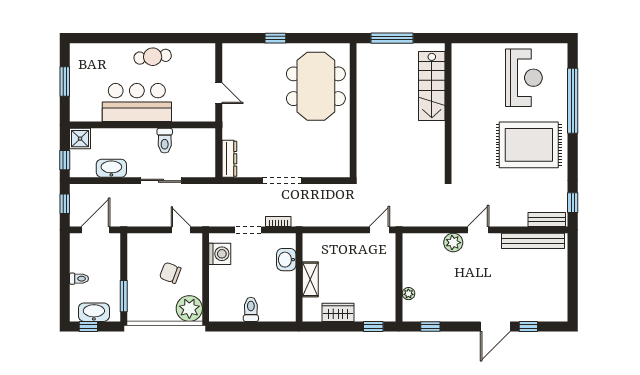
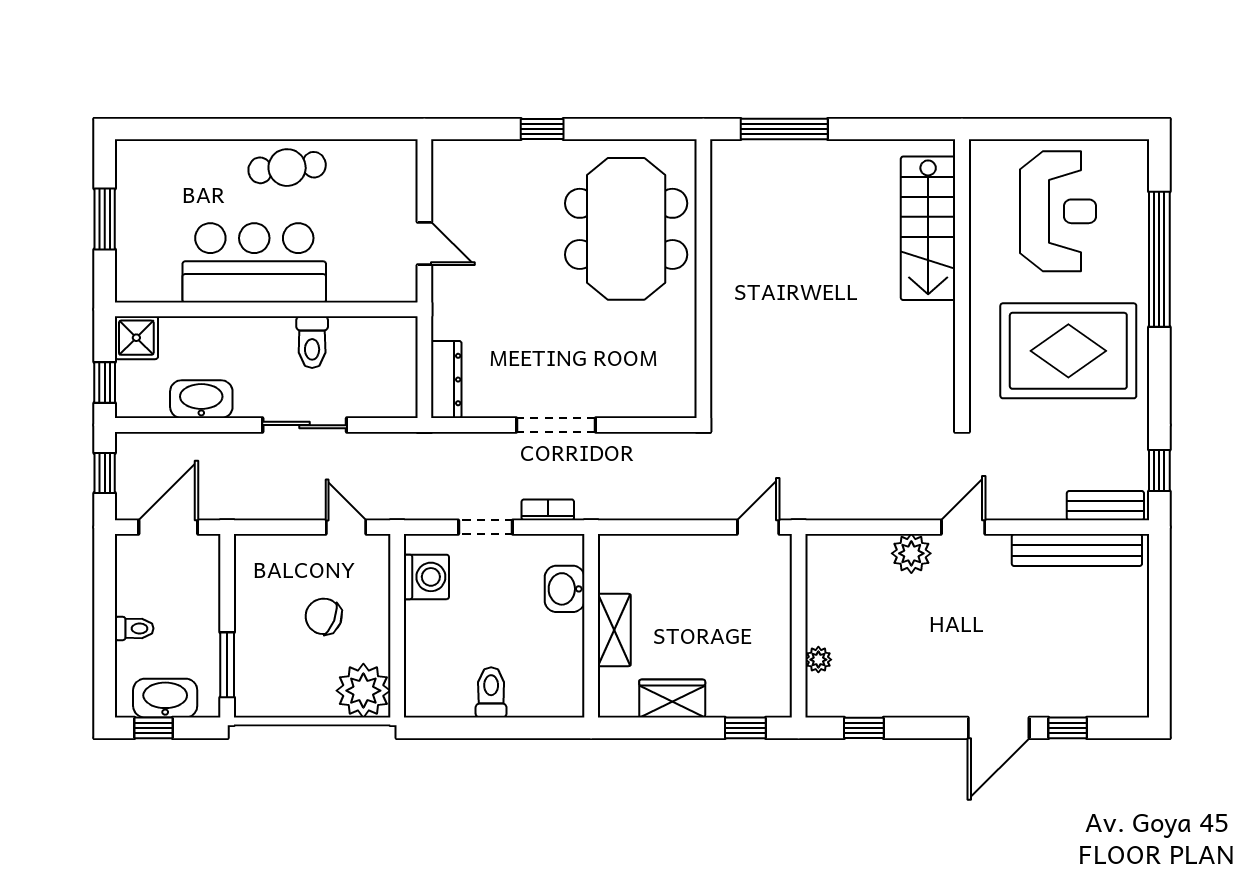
stairs: (432, 86) -> (928, 228), moved
wall: (448, 110) -> (962, 279), moved

